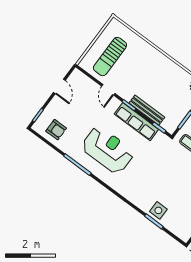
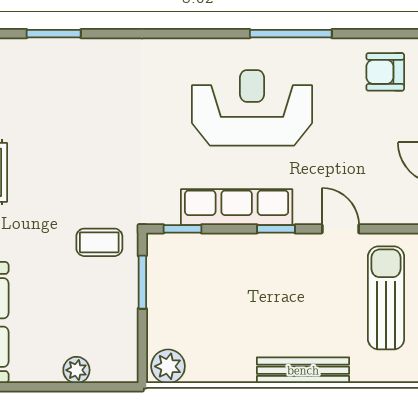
bench: (147, 110) -> (303, 370), moved
reception desk: (108, 150) -> (252, 108), turned 180
side table: (158, 210) -> (61, 62), removed

